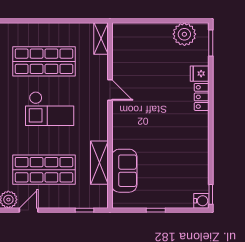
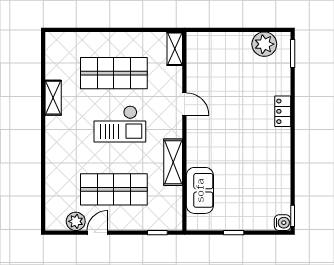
fridge: (200, 74) -> (281, 86), removed
shelving: (99, 163) -> (173, 162), moved

